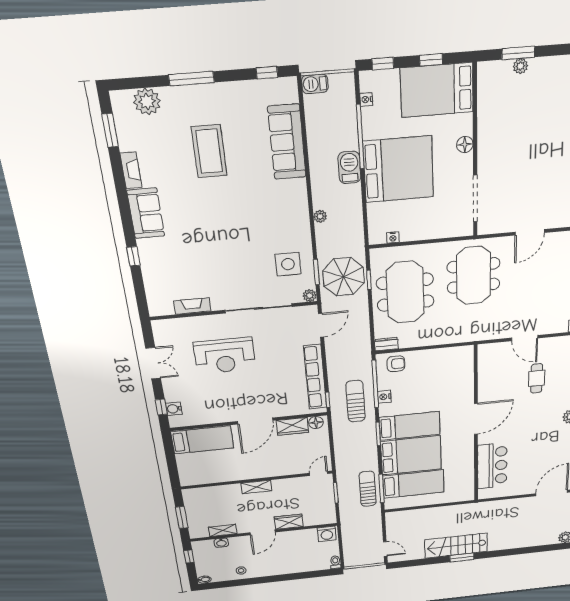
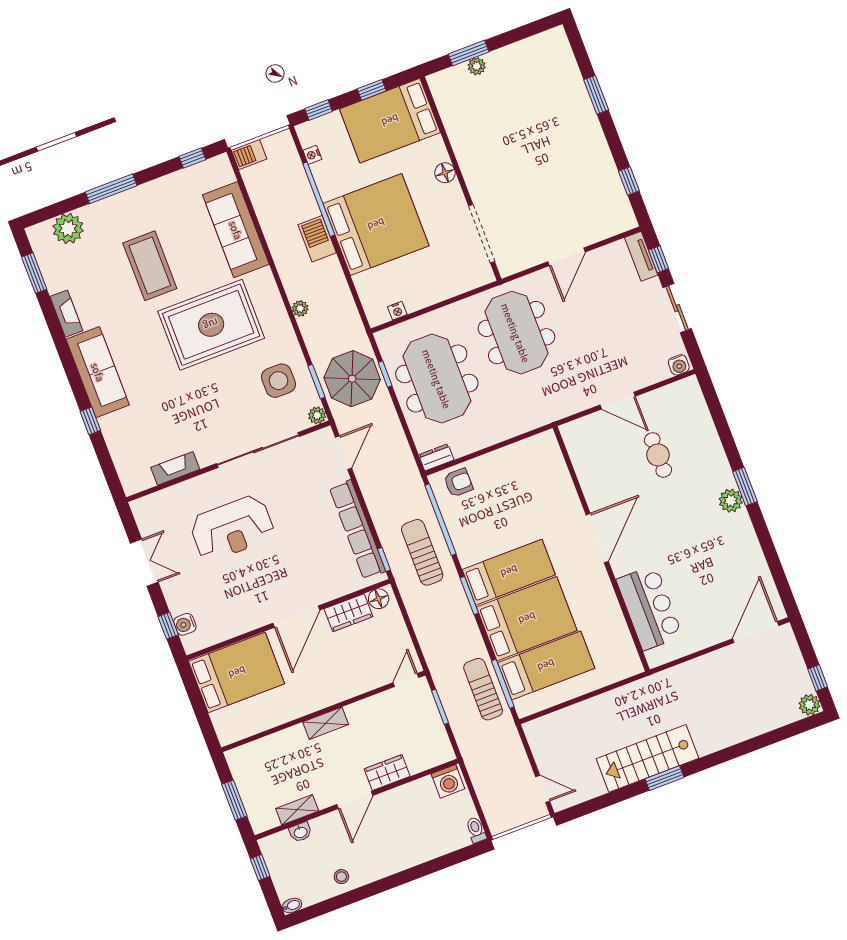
rug: (247, 210) -> (211, 325), added
sofa: (146, 213) -> (98, 372), width x1.36
nightstand: (384, 397) -> (459, 536), removed
bed: (202, 440) -> (237, 673), width x1.50

